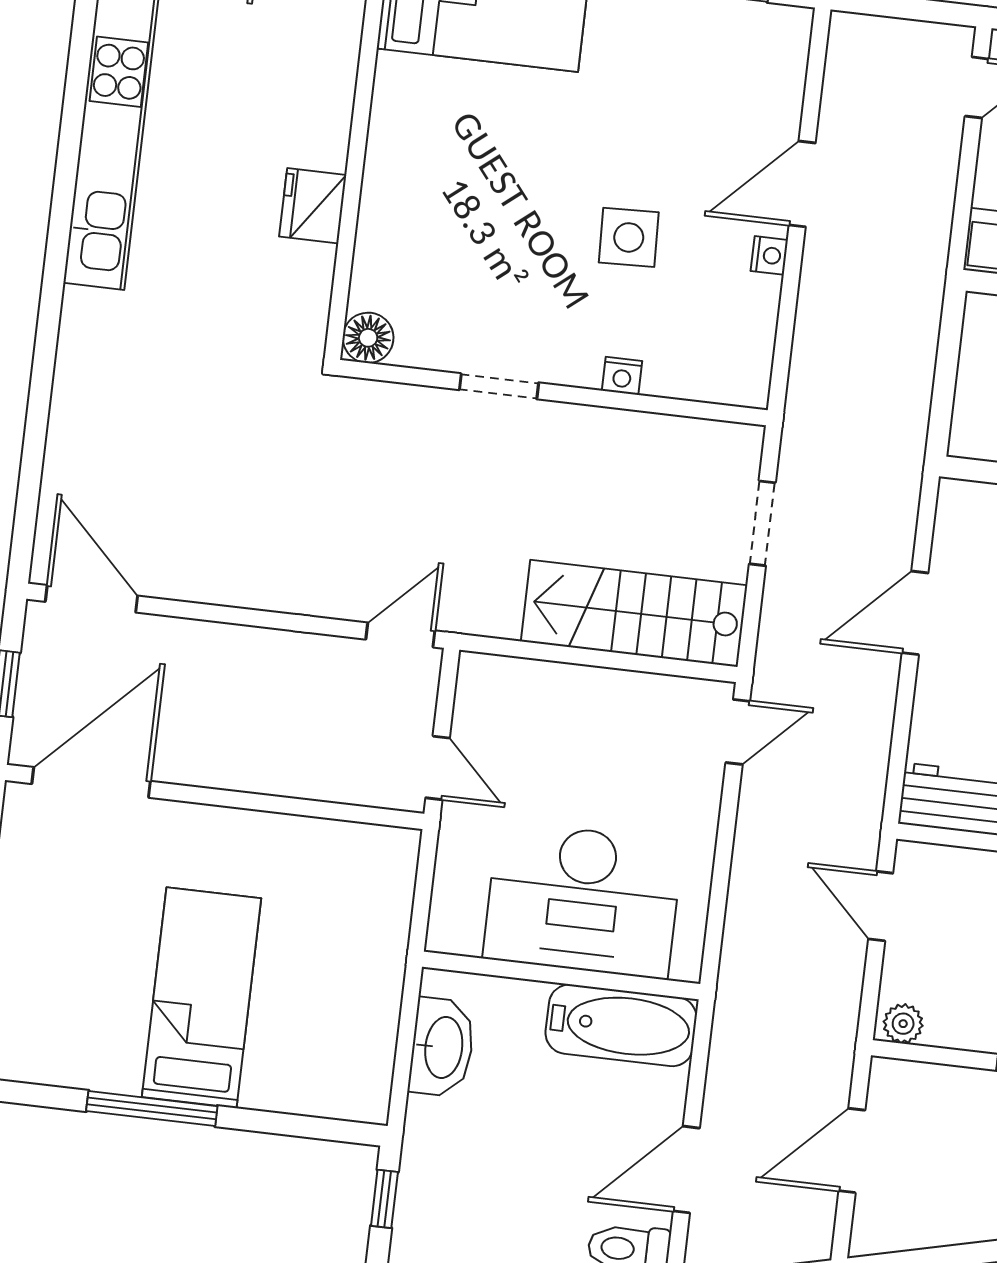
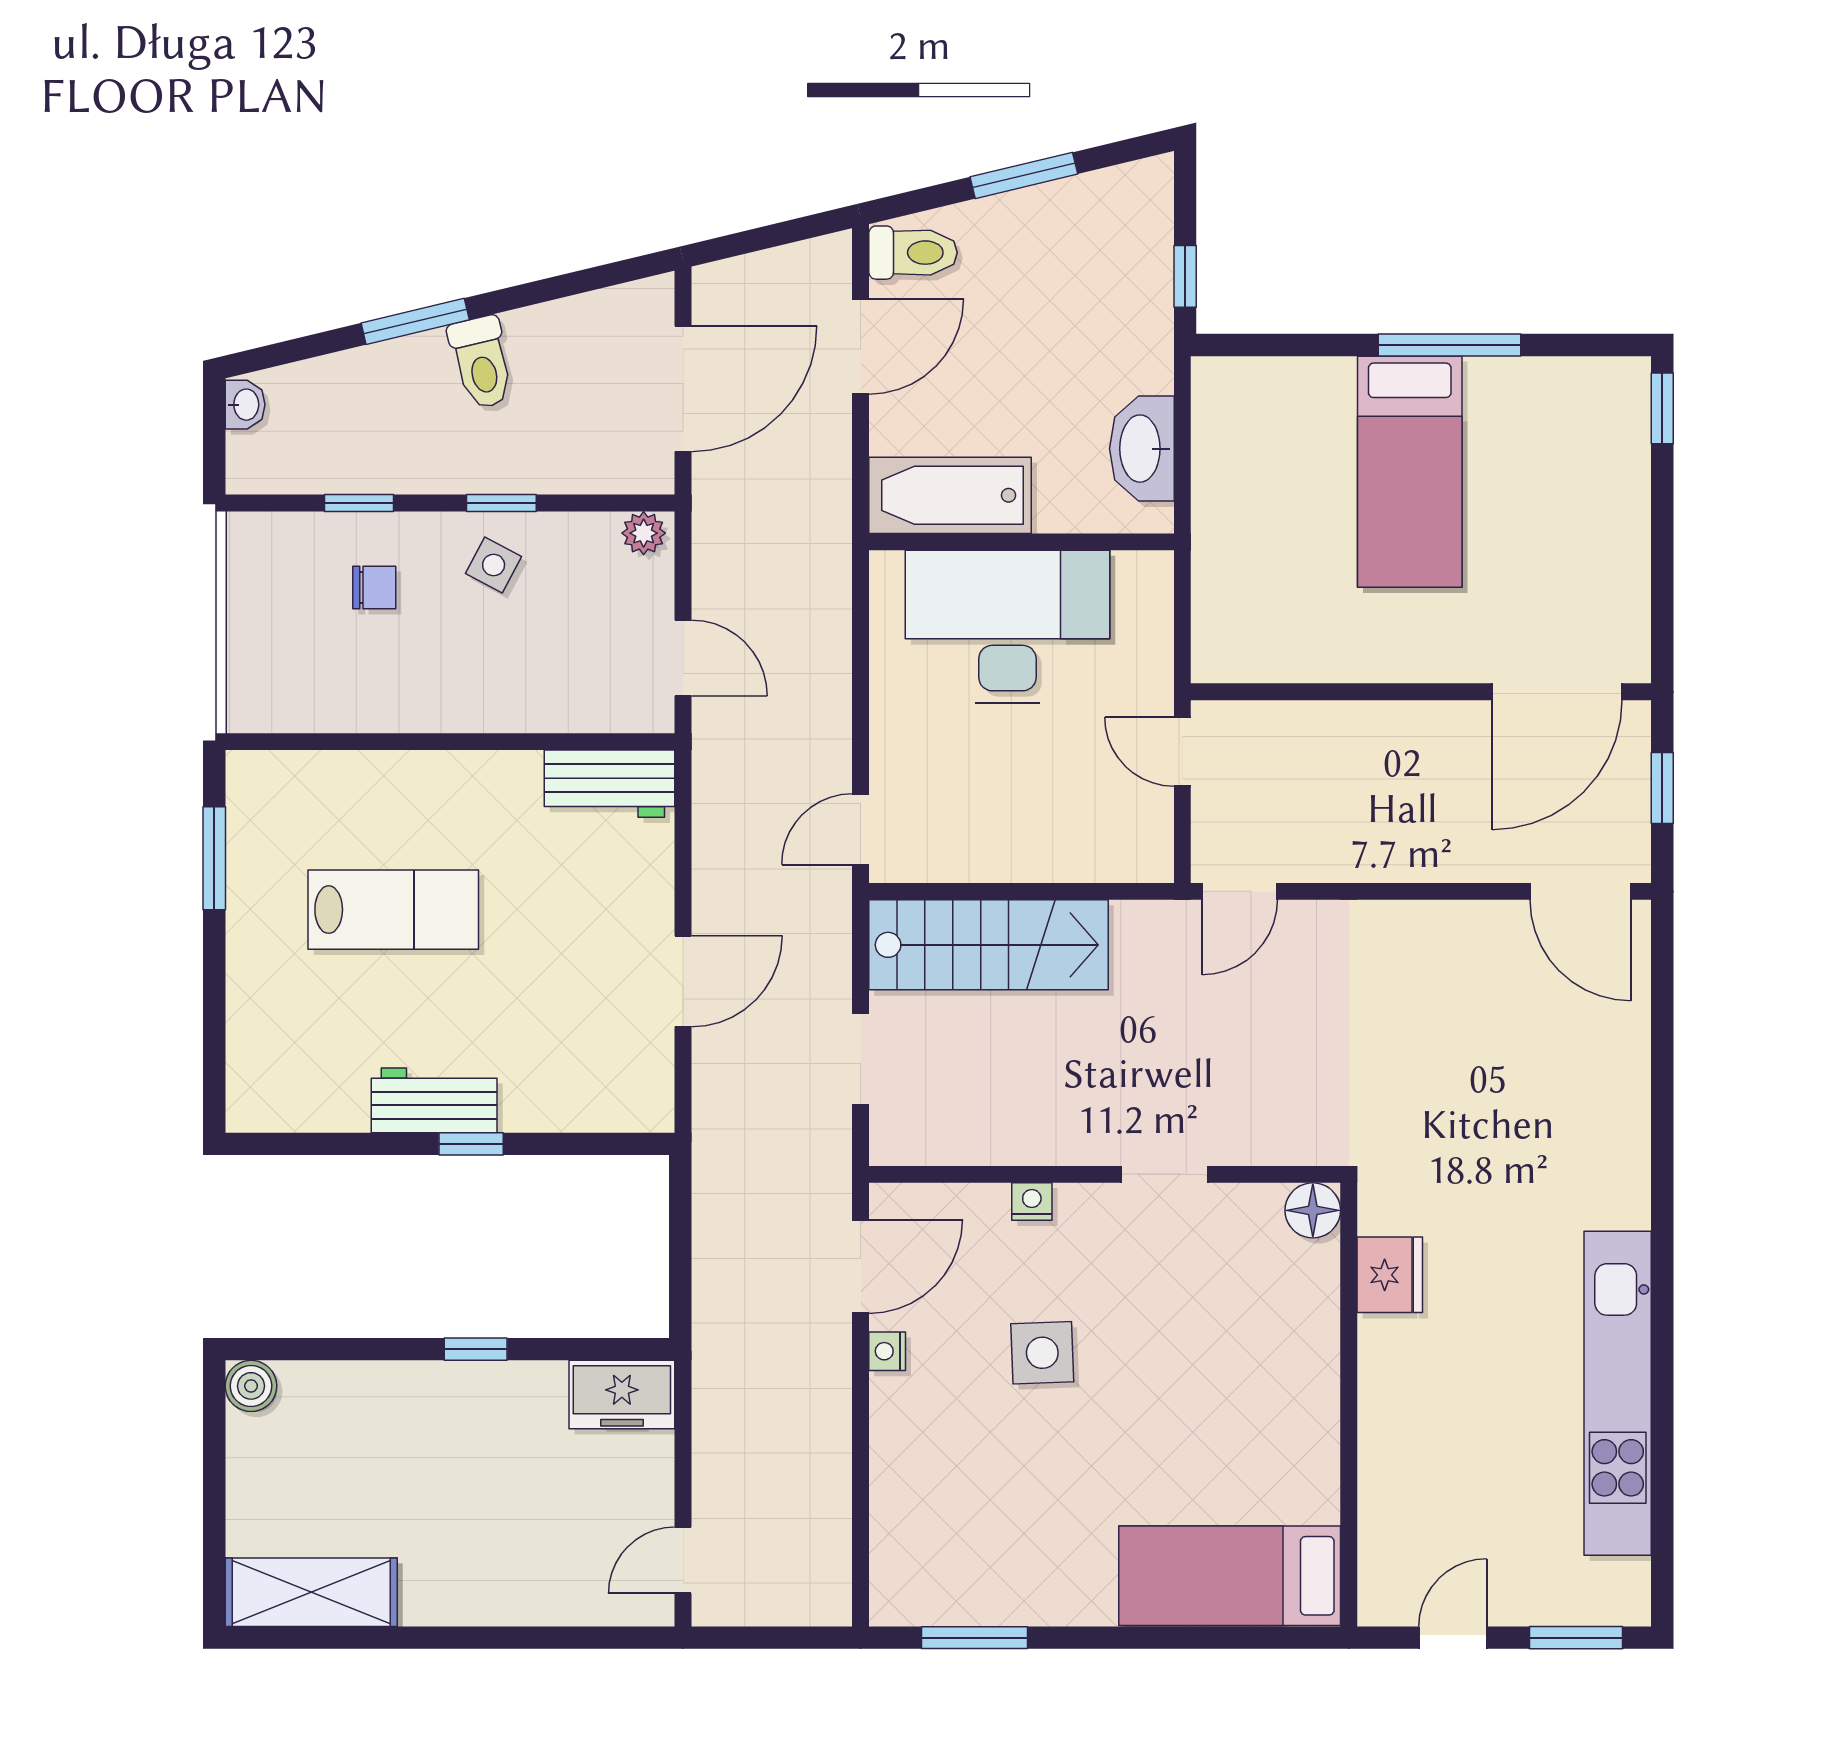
door: (802, 184) -> (861, 1266), moved
fridge: (313, 206) -> (1390, 1275), moved
door: (852, 1150) -> (683, 389), width x1.36

